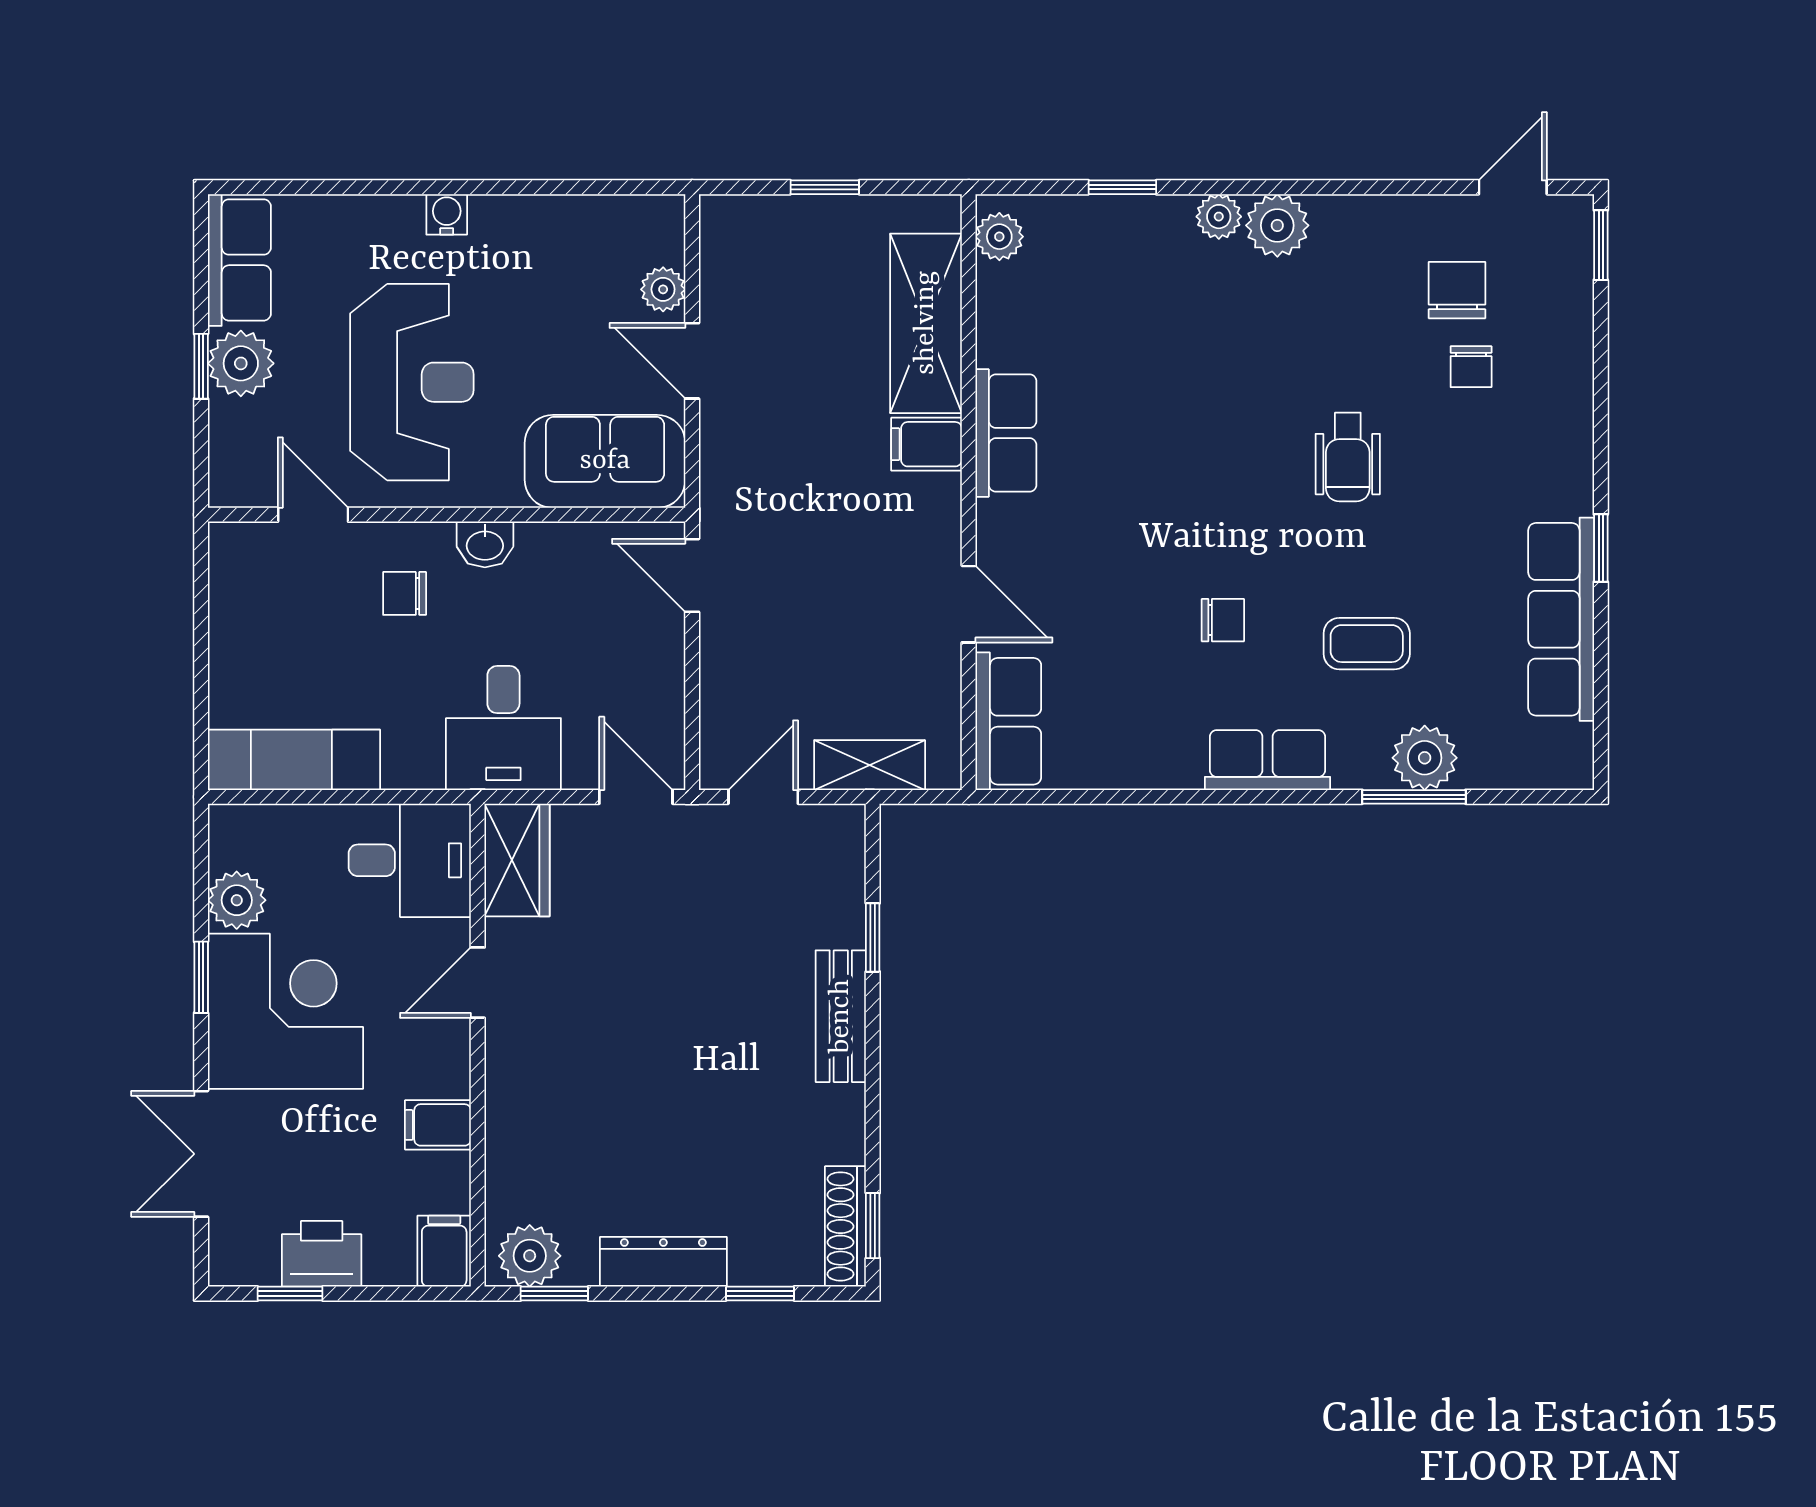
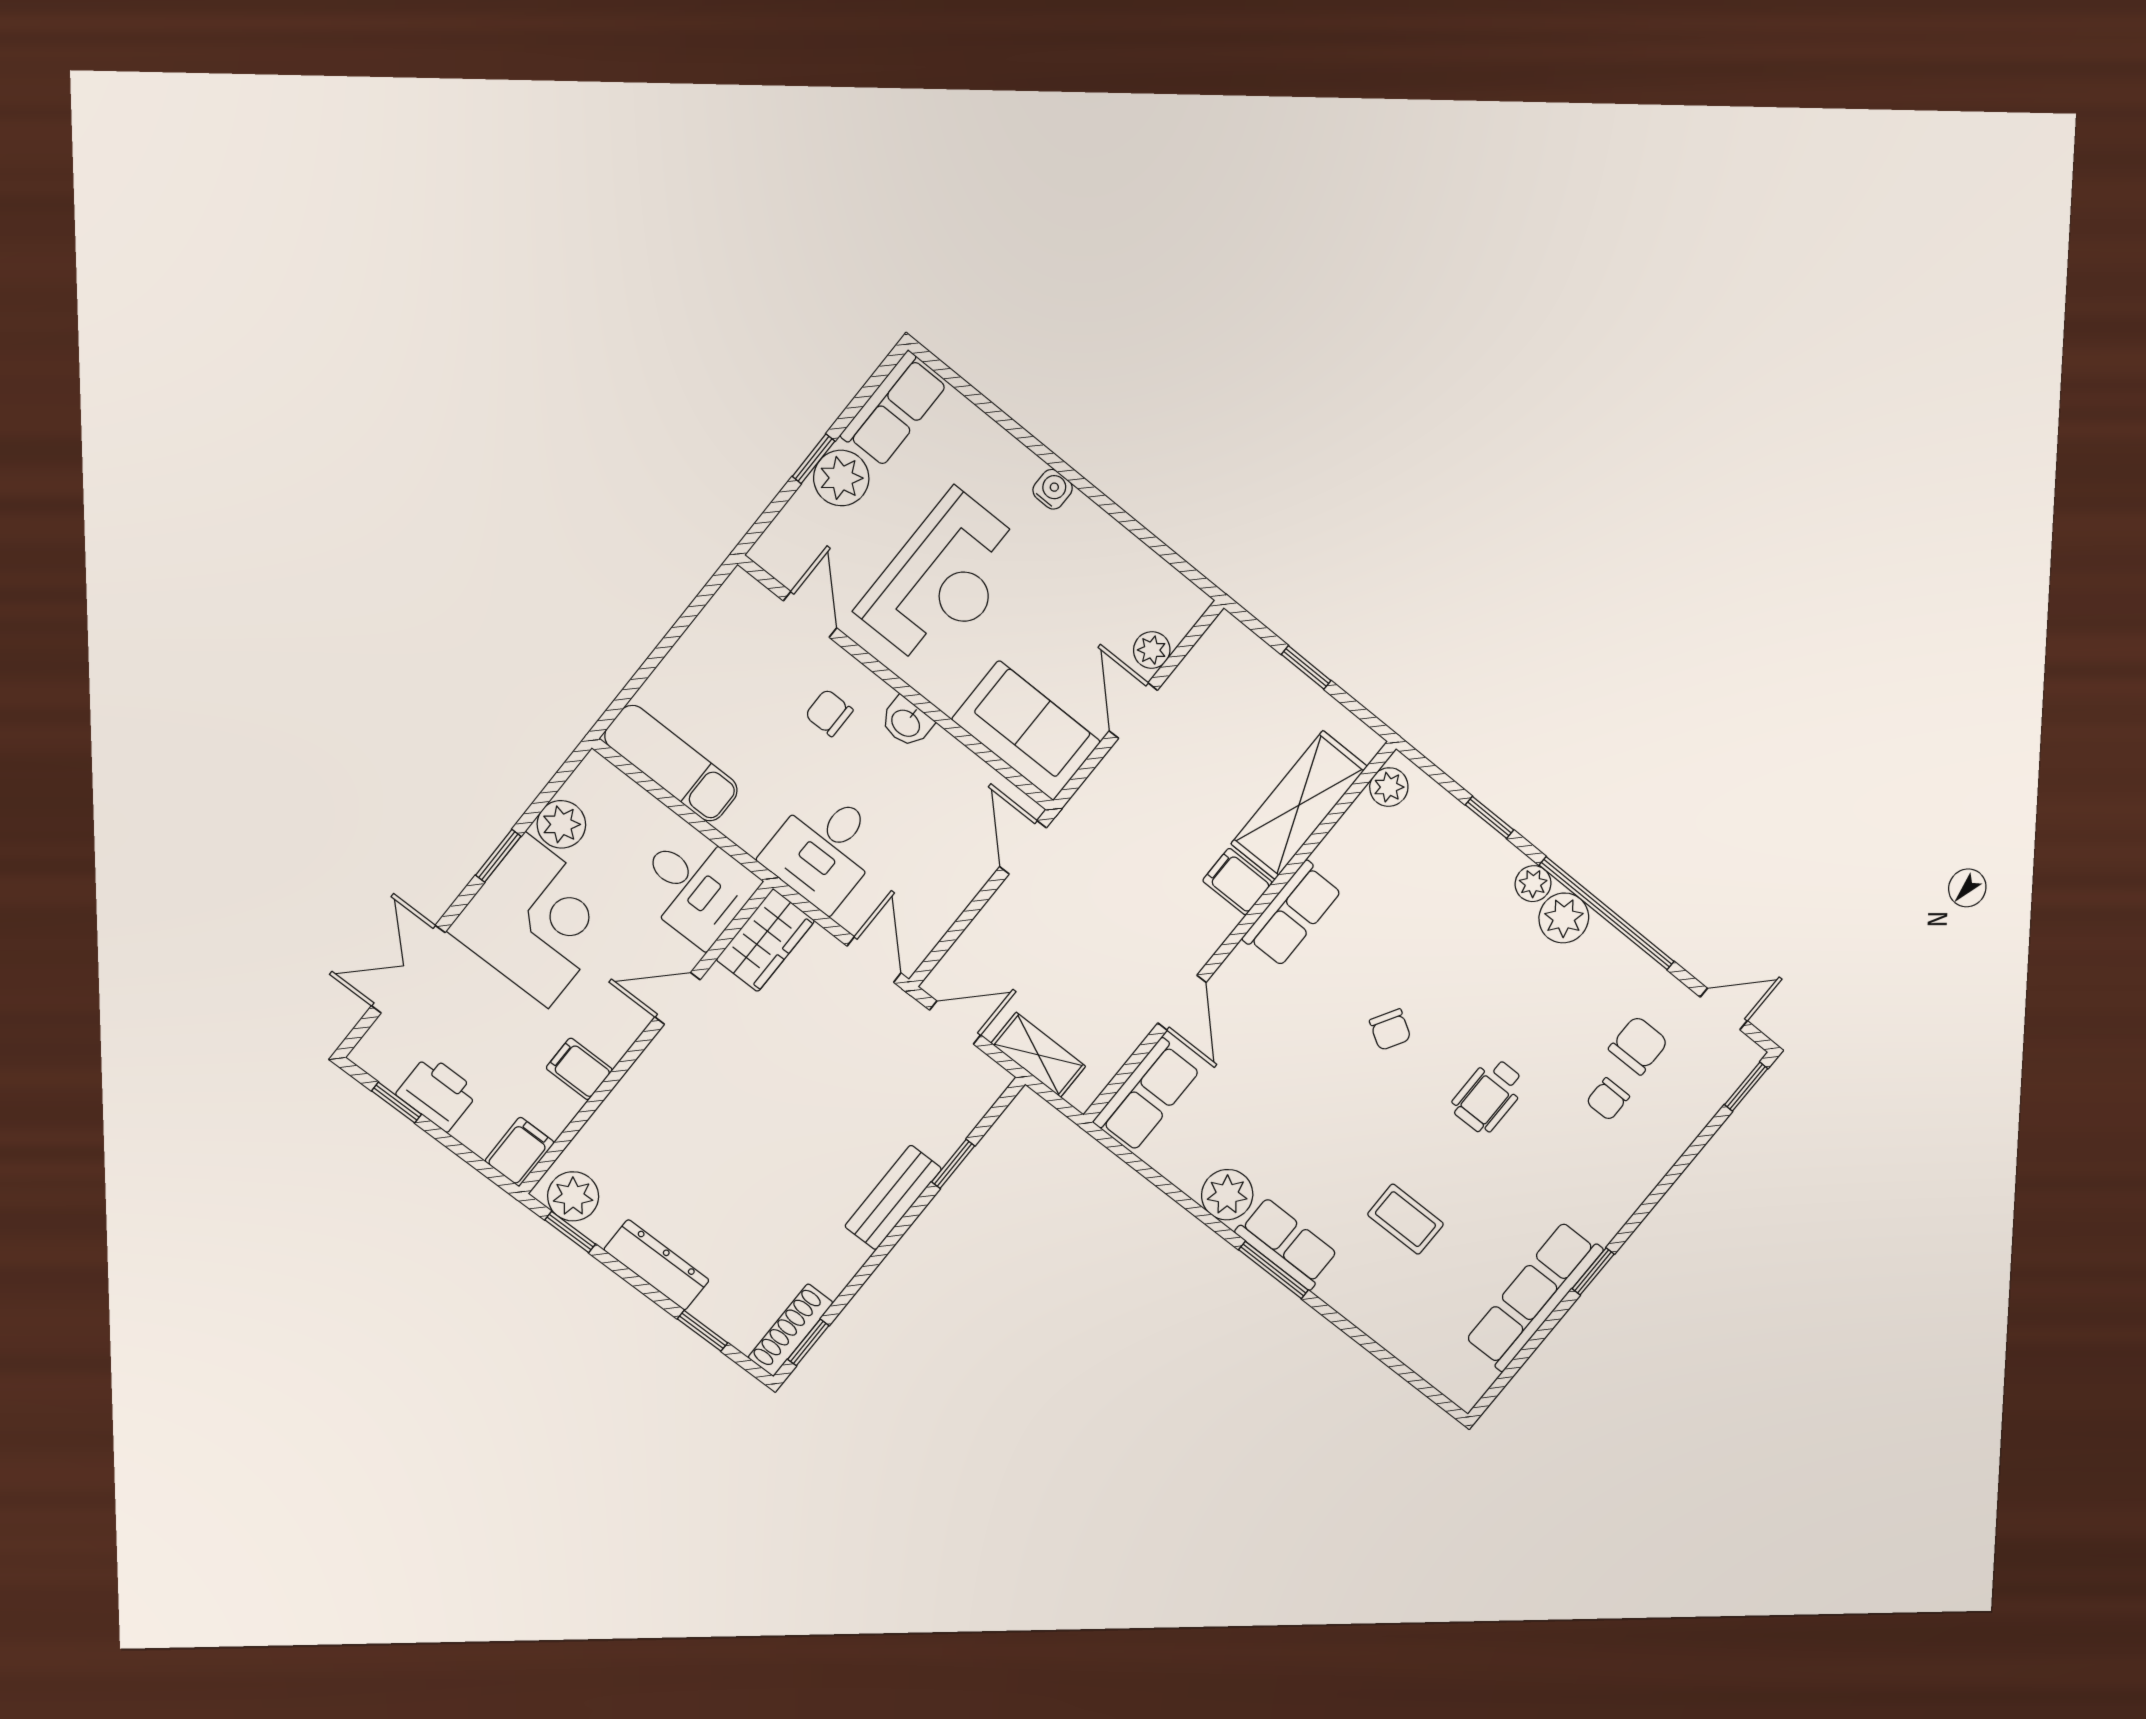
window: (1316, 187) -> (1607, 913), added
chair: (1223, 620) -> (1390, 1030), moved, turned 31
plant: (1425, 758) -> (1227, 1195), moved
window: (1414, 797) -> (1273, 1270), moved

